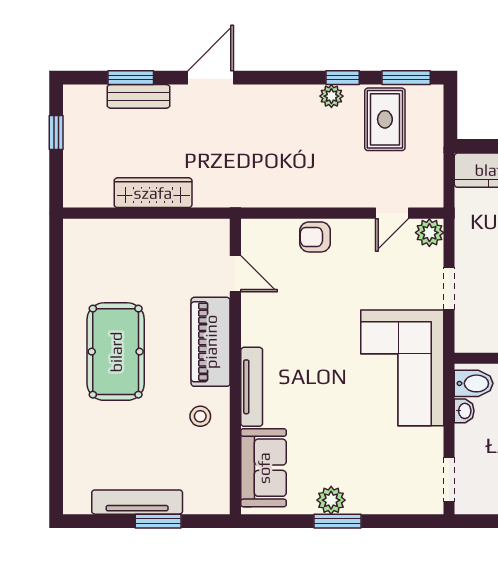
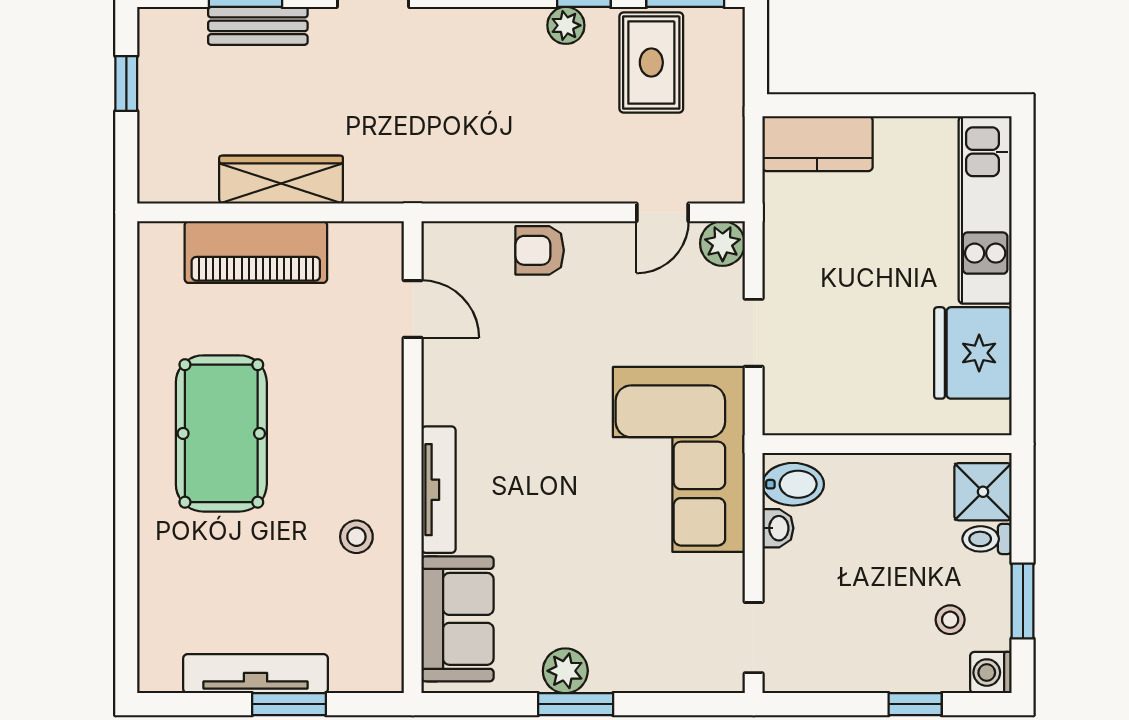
piano: (211, 342) -> (256, 252), moved, turned -90

